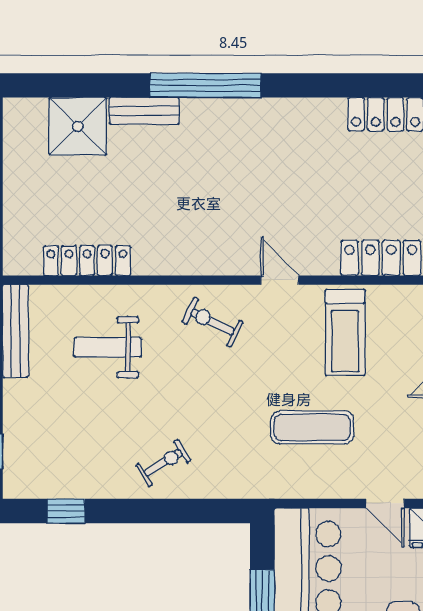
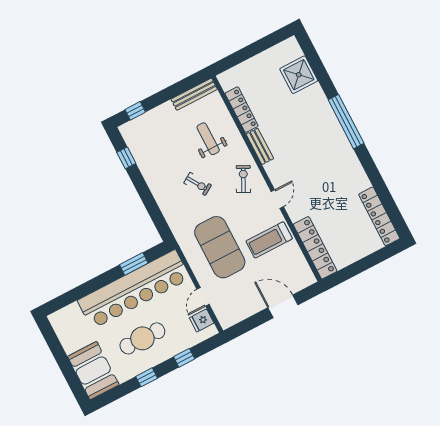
bench: (144, 111) -> (260, 146), moved
exercise mat: (312, 427) -> (220, 247), width x2.00, depth x1.45
exercise bike: (163, 463) -> (198, 184), moved

